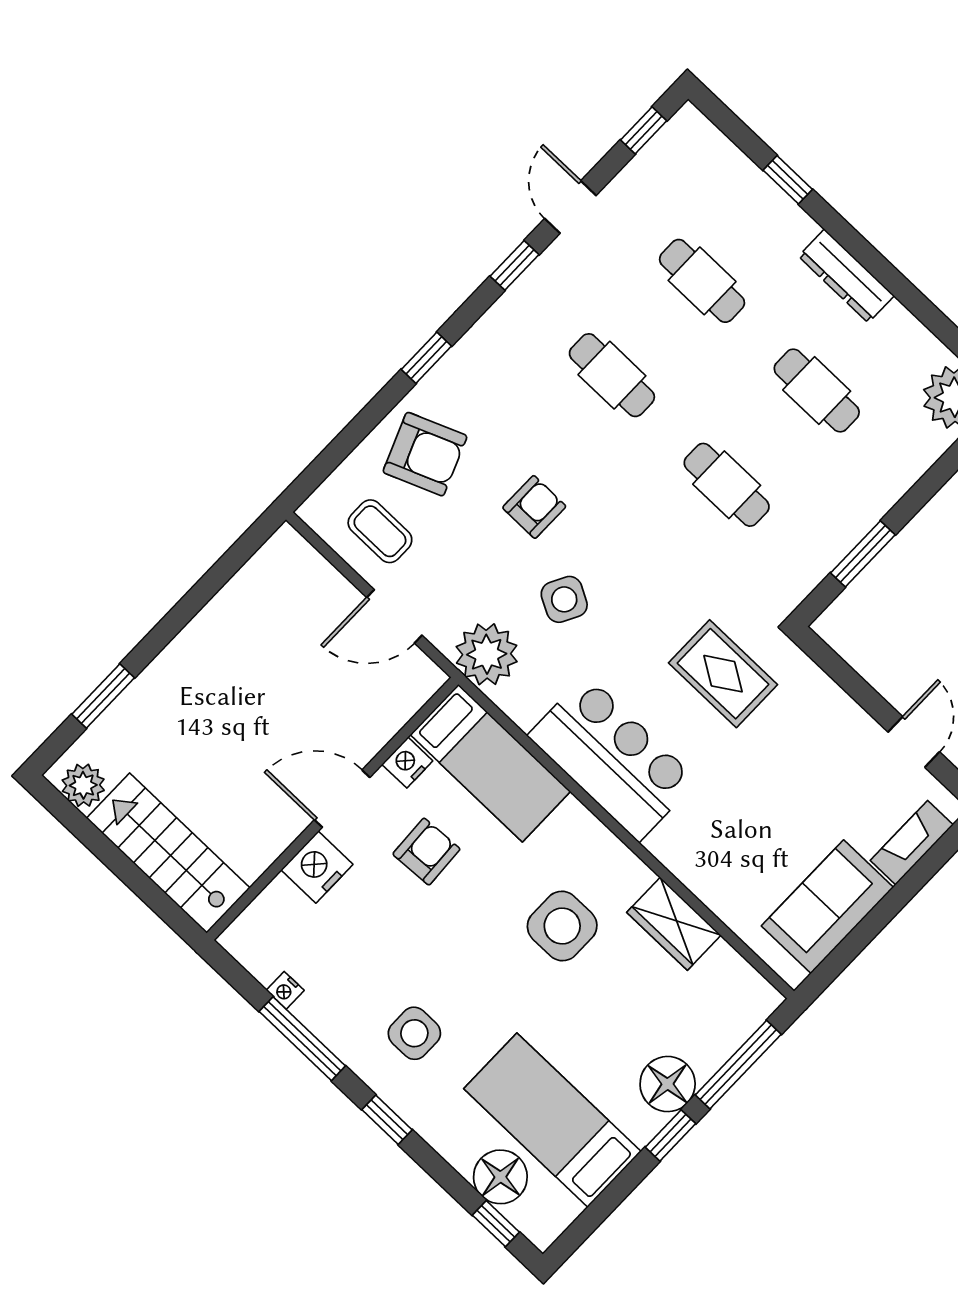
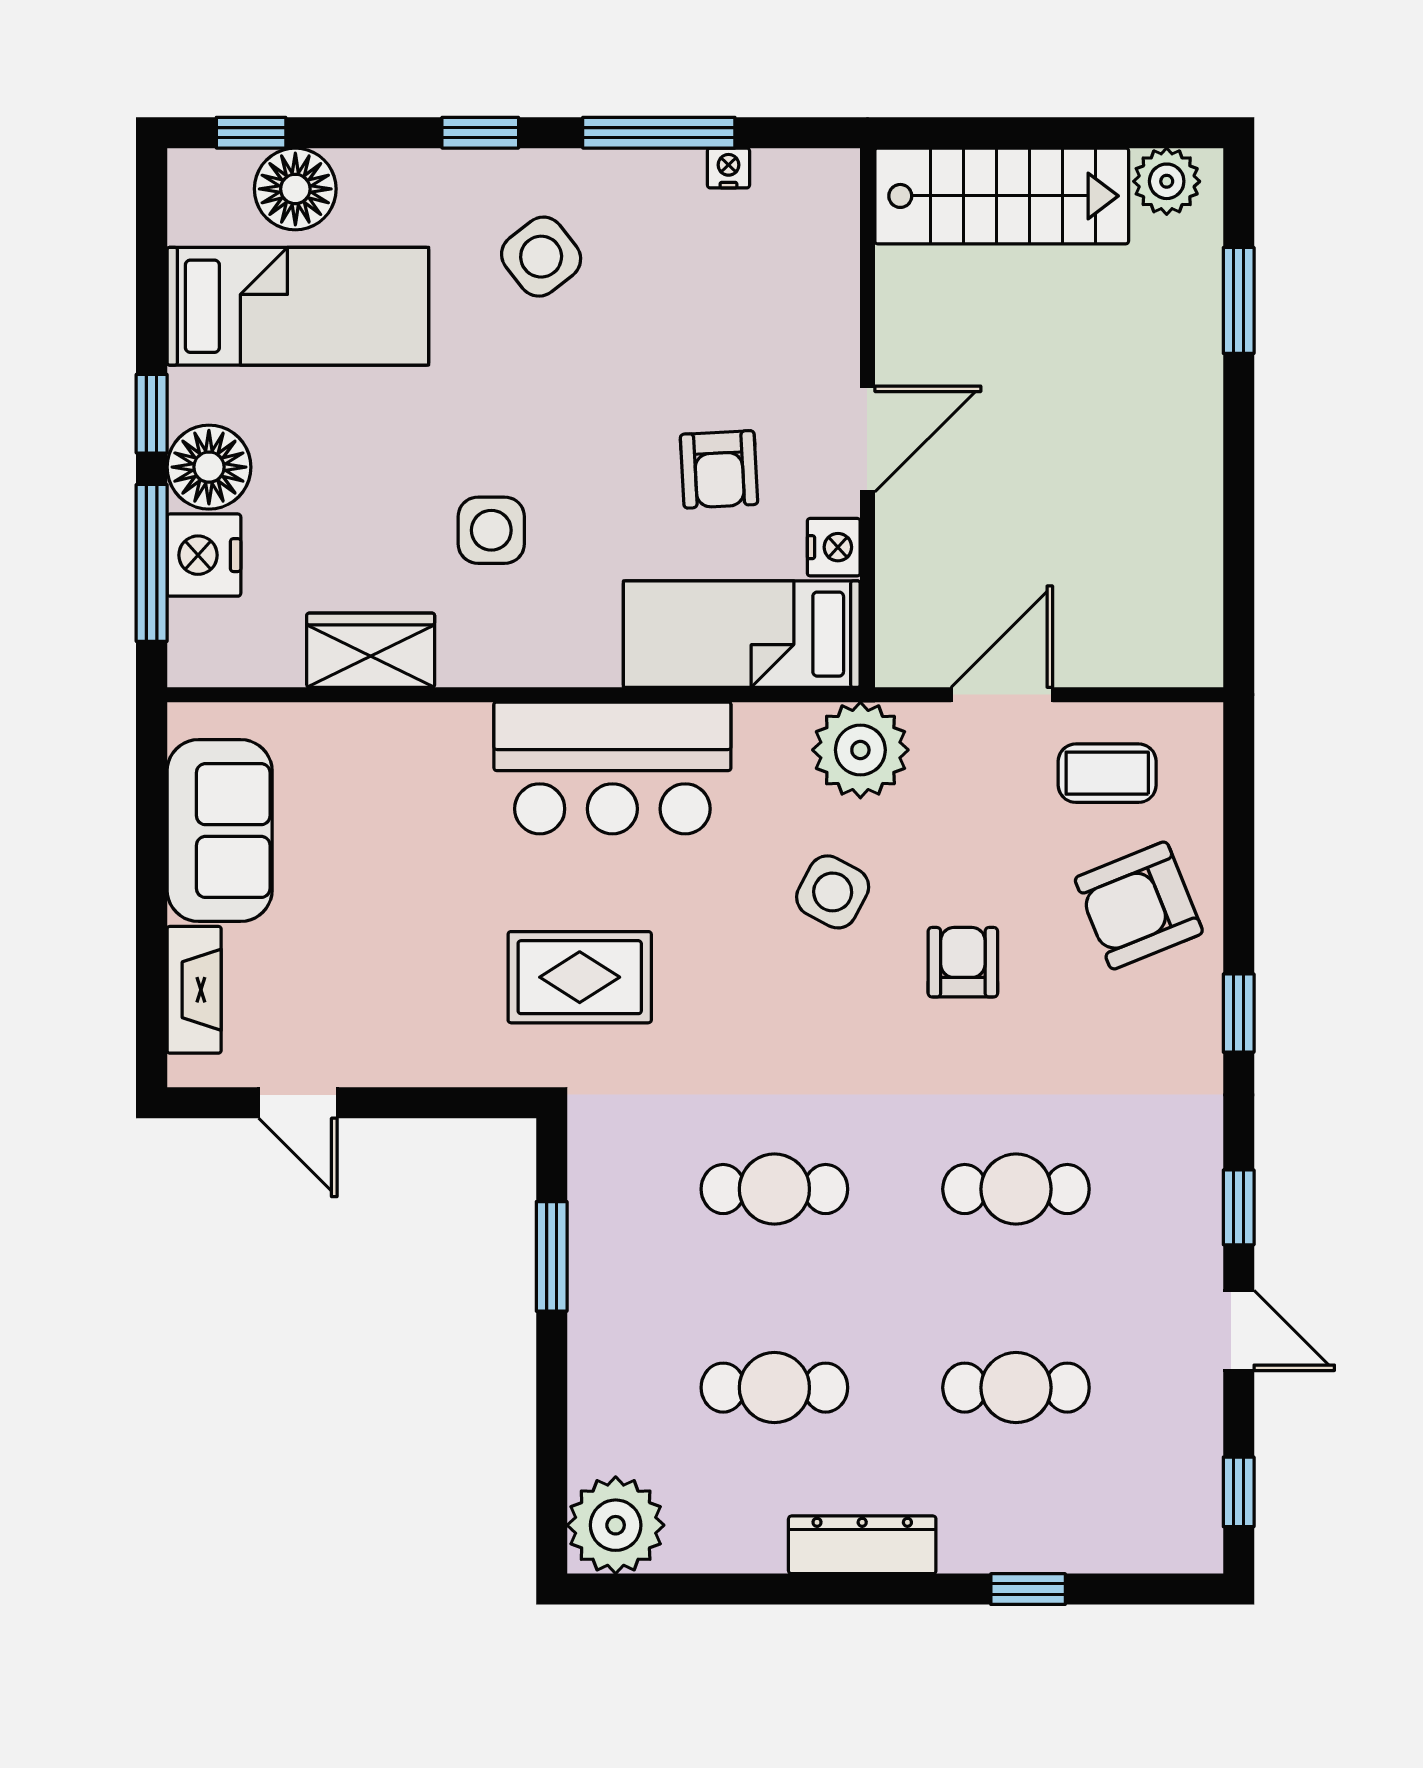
armchair: (534, 507) -> (963, 962), turned 180
nightstand: (317, 867) -> (204, 555), moved, turned 180
side table: (562, 926) -> (491, 530), width x0.73, depth x0.73
side table: (414, 1033) -> (541, 257), turned -38

